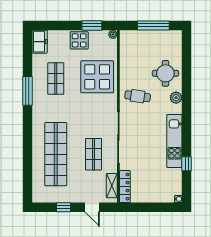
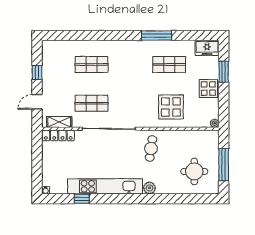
window: (92, 25) -> (224, 72), moved
round table: (165, 73) -> (194, 171), moved
display table: (97, 77) -> (171, 107), width x0.73, depth x0.73
kitchen unit: (174, 141) -> (105, 186), width x1.36
shop shelf: (56, 154) -> (92, 64), width x0.50, depth x0.74

